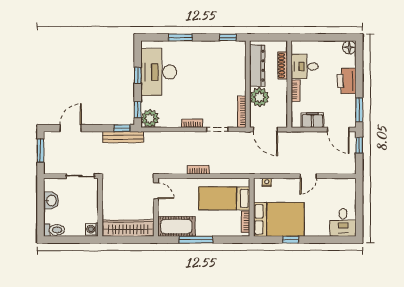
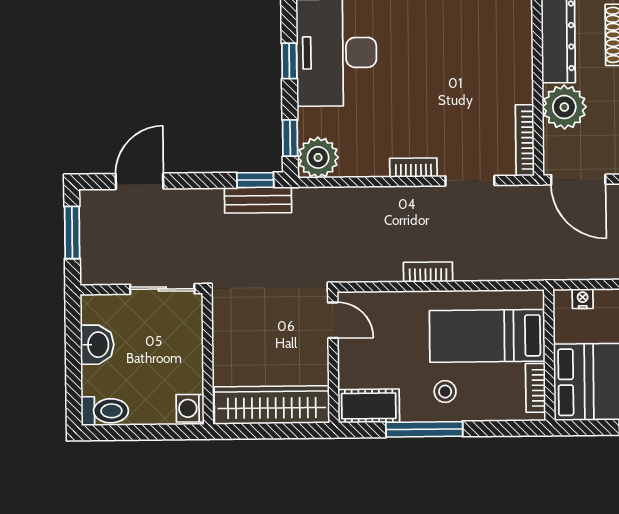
bench: (123, 137) -> (258, 200), width x0.73
stool: (205, 223) -> (445, 392), added
cot: (176, 226) -> (369, 406), width x0.73, depth x0.75

